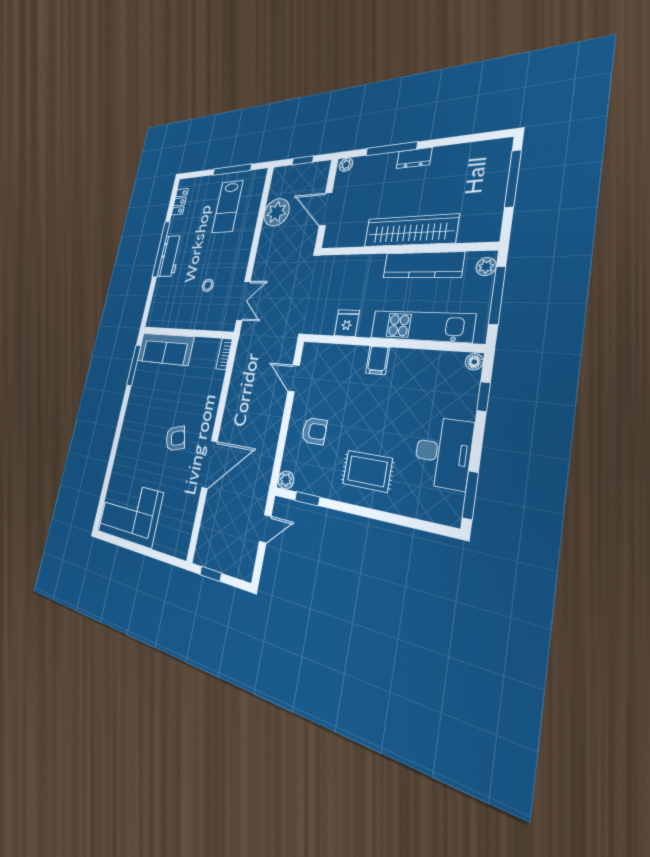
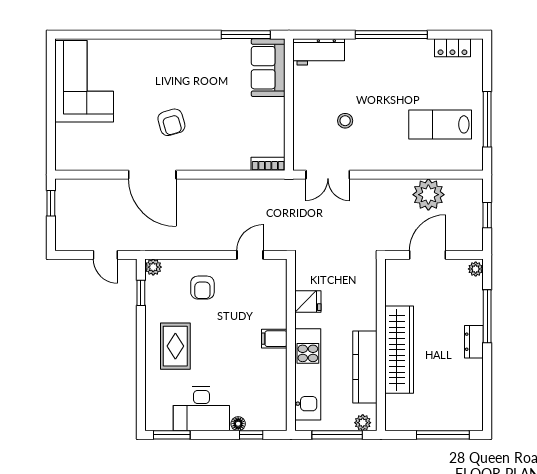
workbench: (170, 256) -> (319, 52), moved
sofa: (165, 349) -> (268, 68), width x0.73
floor lamp: (474, 362) -> (238, 424), moved

